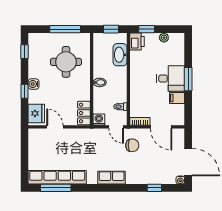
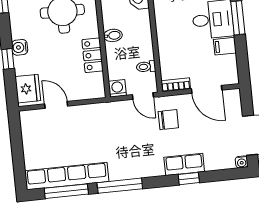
locker: (84, 113) -> (93, 55), moved
row of seats: (112, 178) -> (184, 164), moved
window: (94, 188) -> (120, 186), added
window: (154, 188) -> (189, 179), moved

